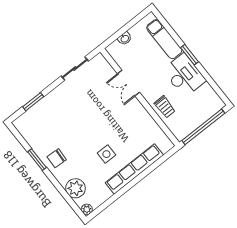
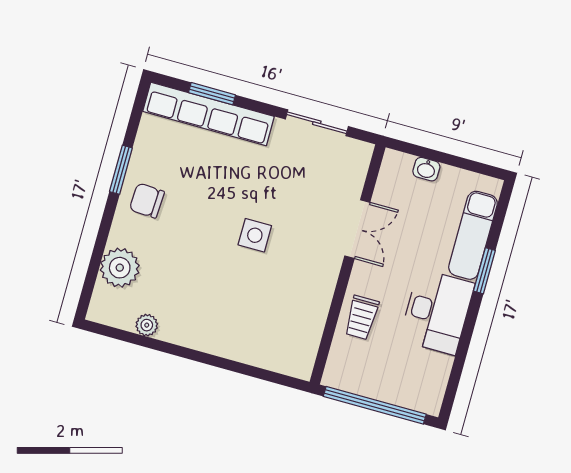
window: (190, 55) -> (484, 271), moved
double door: (129, 83) -> (357, 229), swing flipped
side table: (106, 154) -> (255, 235), moved
row of seats: (134, 169) -> (208, 114), moved, turned 180
plant: (87, 209) -> (147, 325), moved

